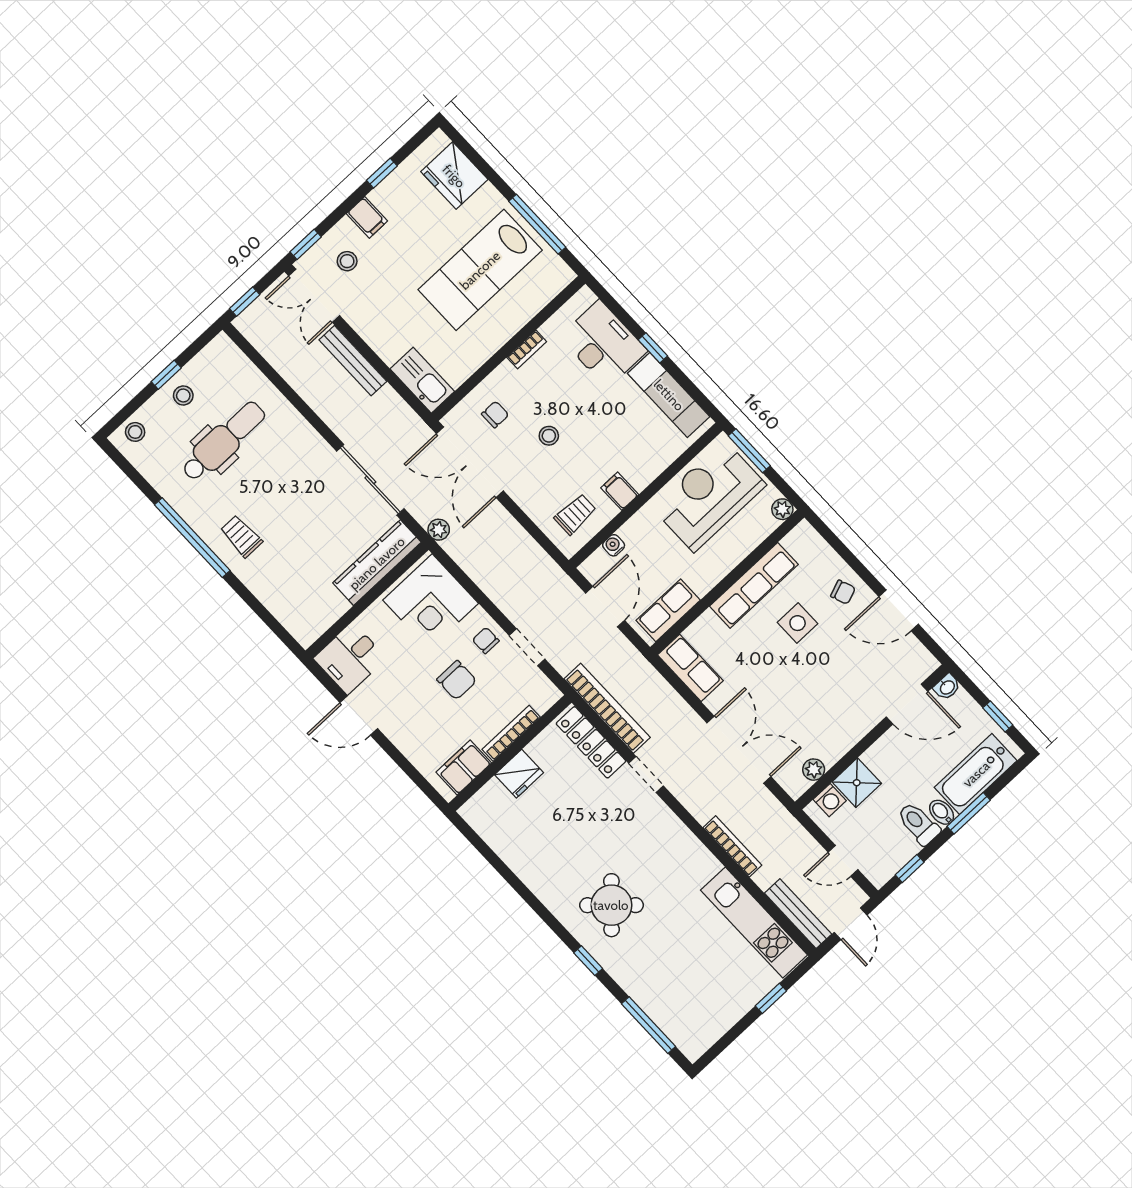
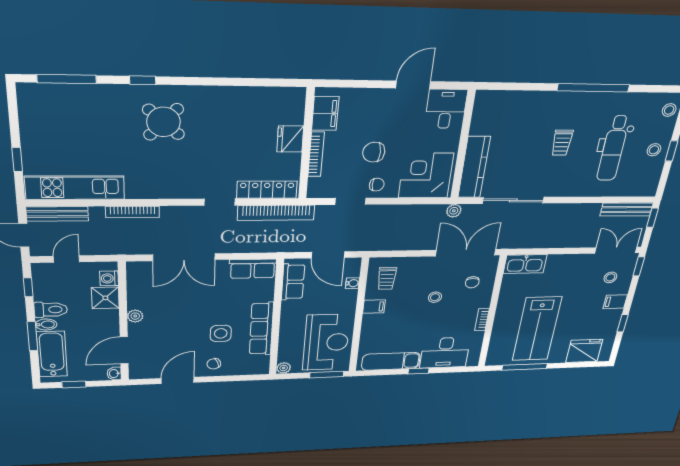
lab bench: (480, 270) -> (537, 329), turned 180
bench: (353, 361) -> (627, 209), moved
trolley: (241, 536) -> (562, 143), moved, turned 90
plant: (814, 770) -> (135, 316), moved

